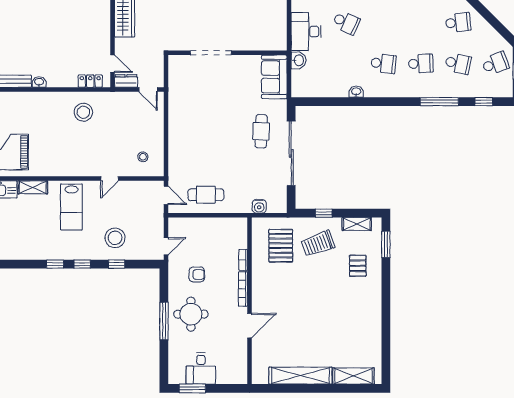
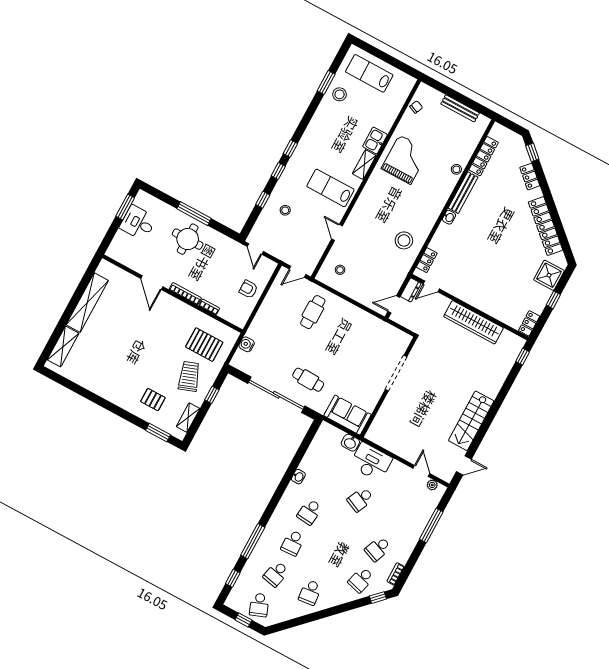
cafe table: (206, 195) -> (313, 312), moved
stool: (115, 238) -> (285, 210), width x0.53, depth x0.53
armchair: (197, 274) -> (248, 289), moved, turned 90

